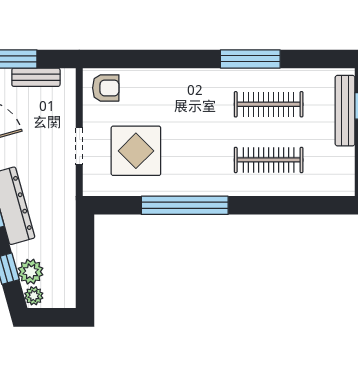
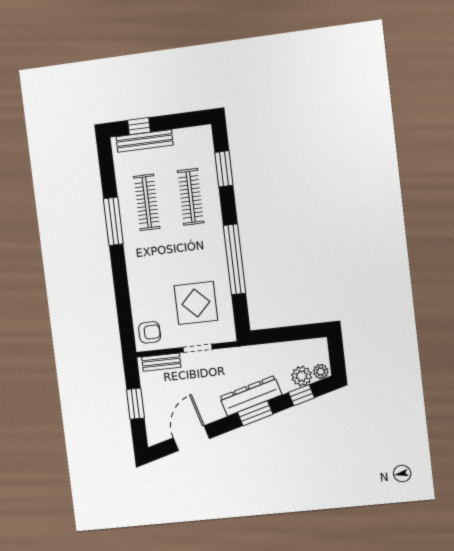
bench: (36, 77) -> (161, 362), moved, turned 90
armchair: (106, 88) -> (150, 332), turned 89
window: (298, 205) -> (224, 169), added

